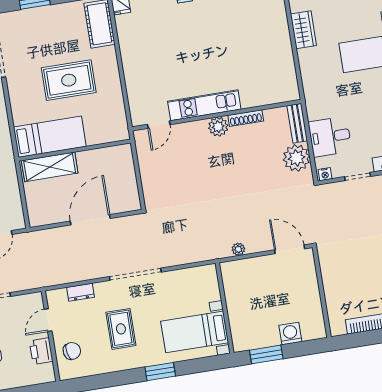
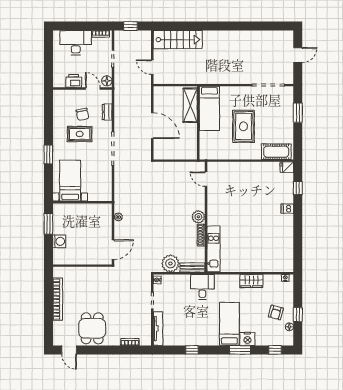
kitchen unit: (204, 105) -> (213, 249), moved
desk: (330, 137) -> (202, 287), moved
floor lamp: (33, 301) -> (107, 81), added
chair: (72, 351) -> (82, 114), moved

